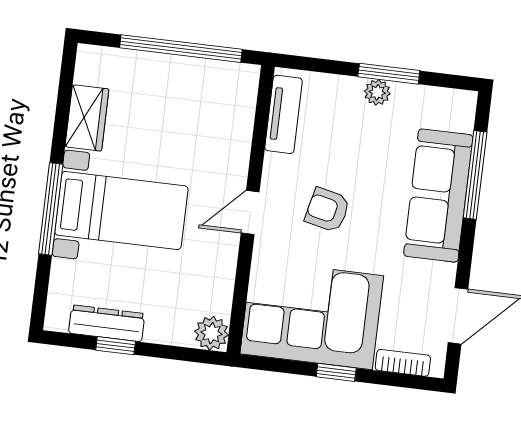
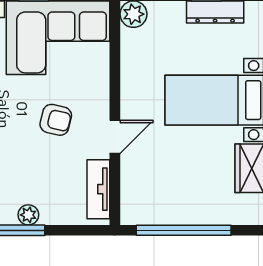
door: (250, 212) -> (115, 137), moved

